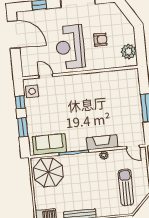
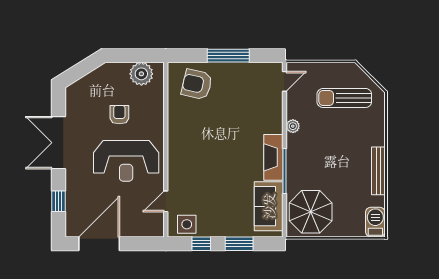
armchair: (125, 89) -> (197, 84), added
fireplace: (102, 142) -> (273, 157), moved

